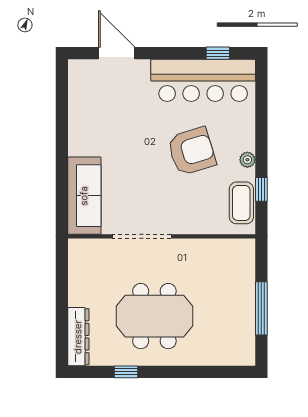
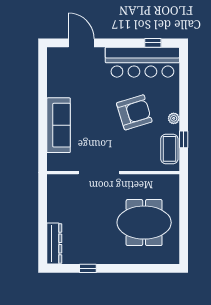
sofa: (84, 196) -> (58, 125), moved
window: (261, 308) -> (184, 224), removed
meeting table: (154, 316) -> (144, 223), moved

